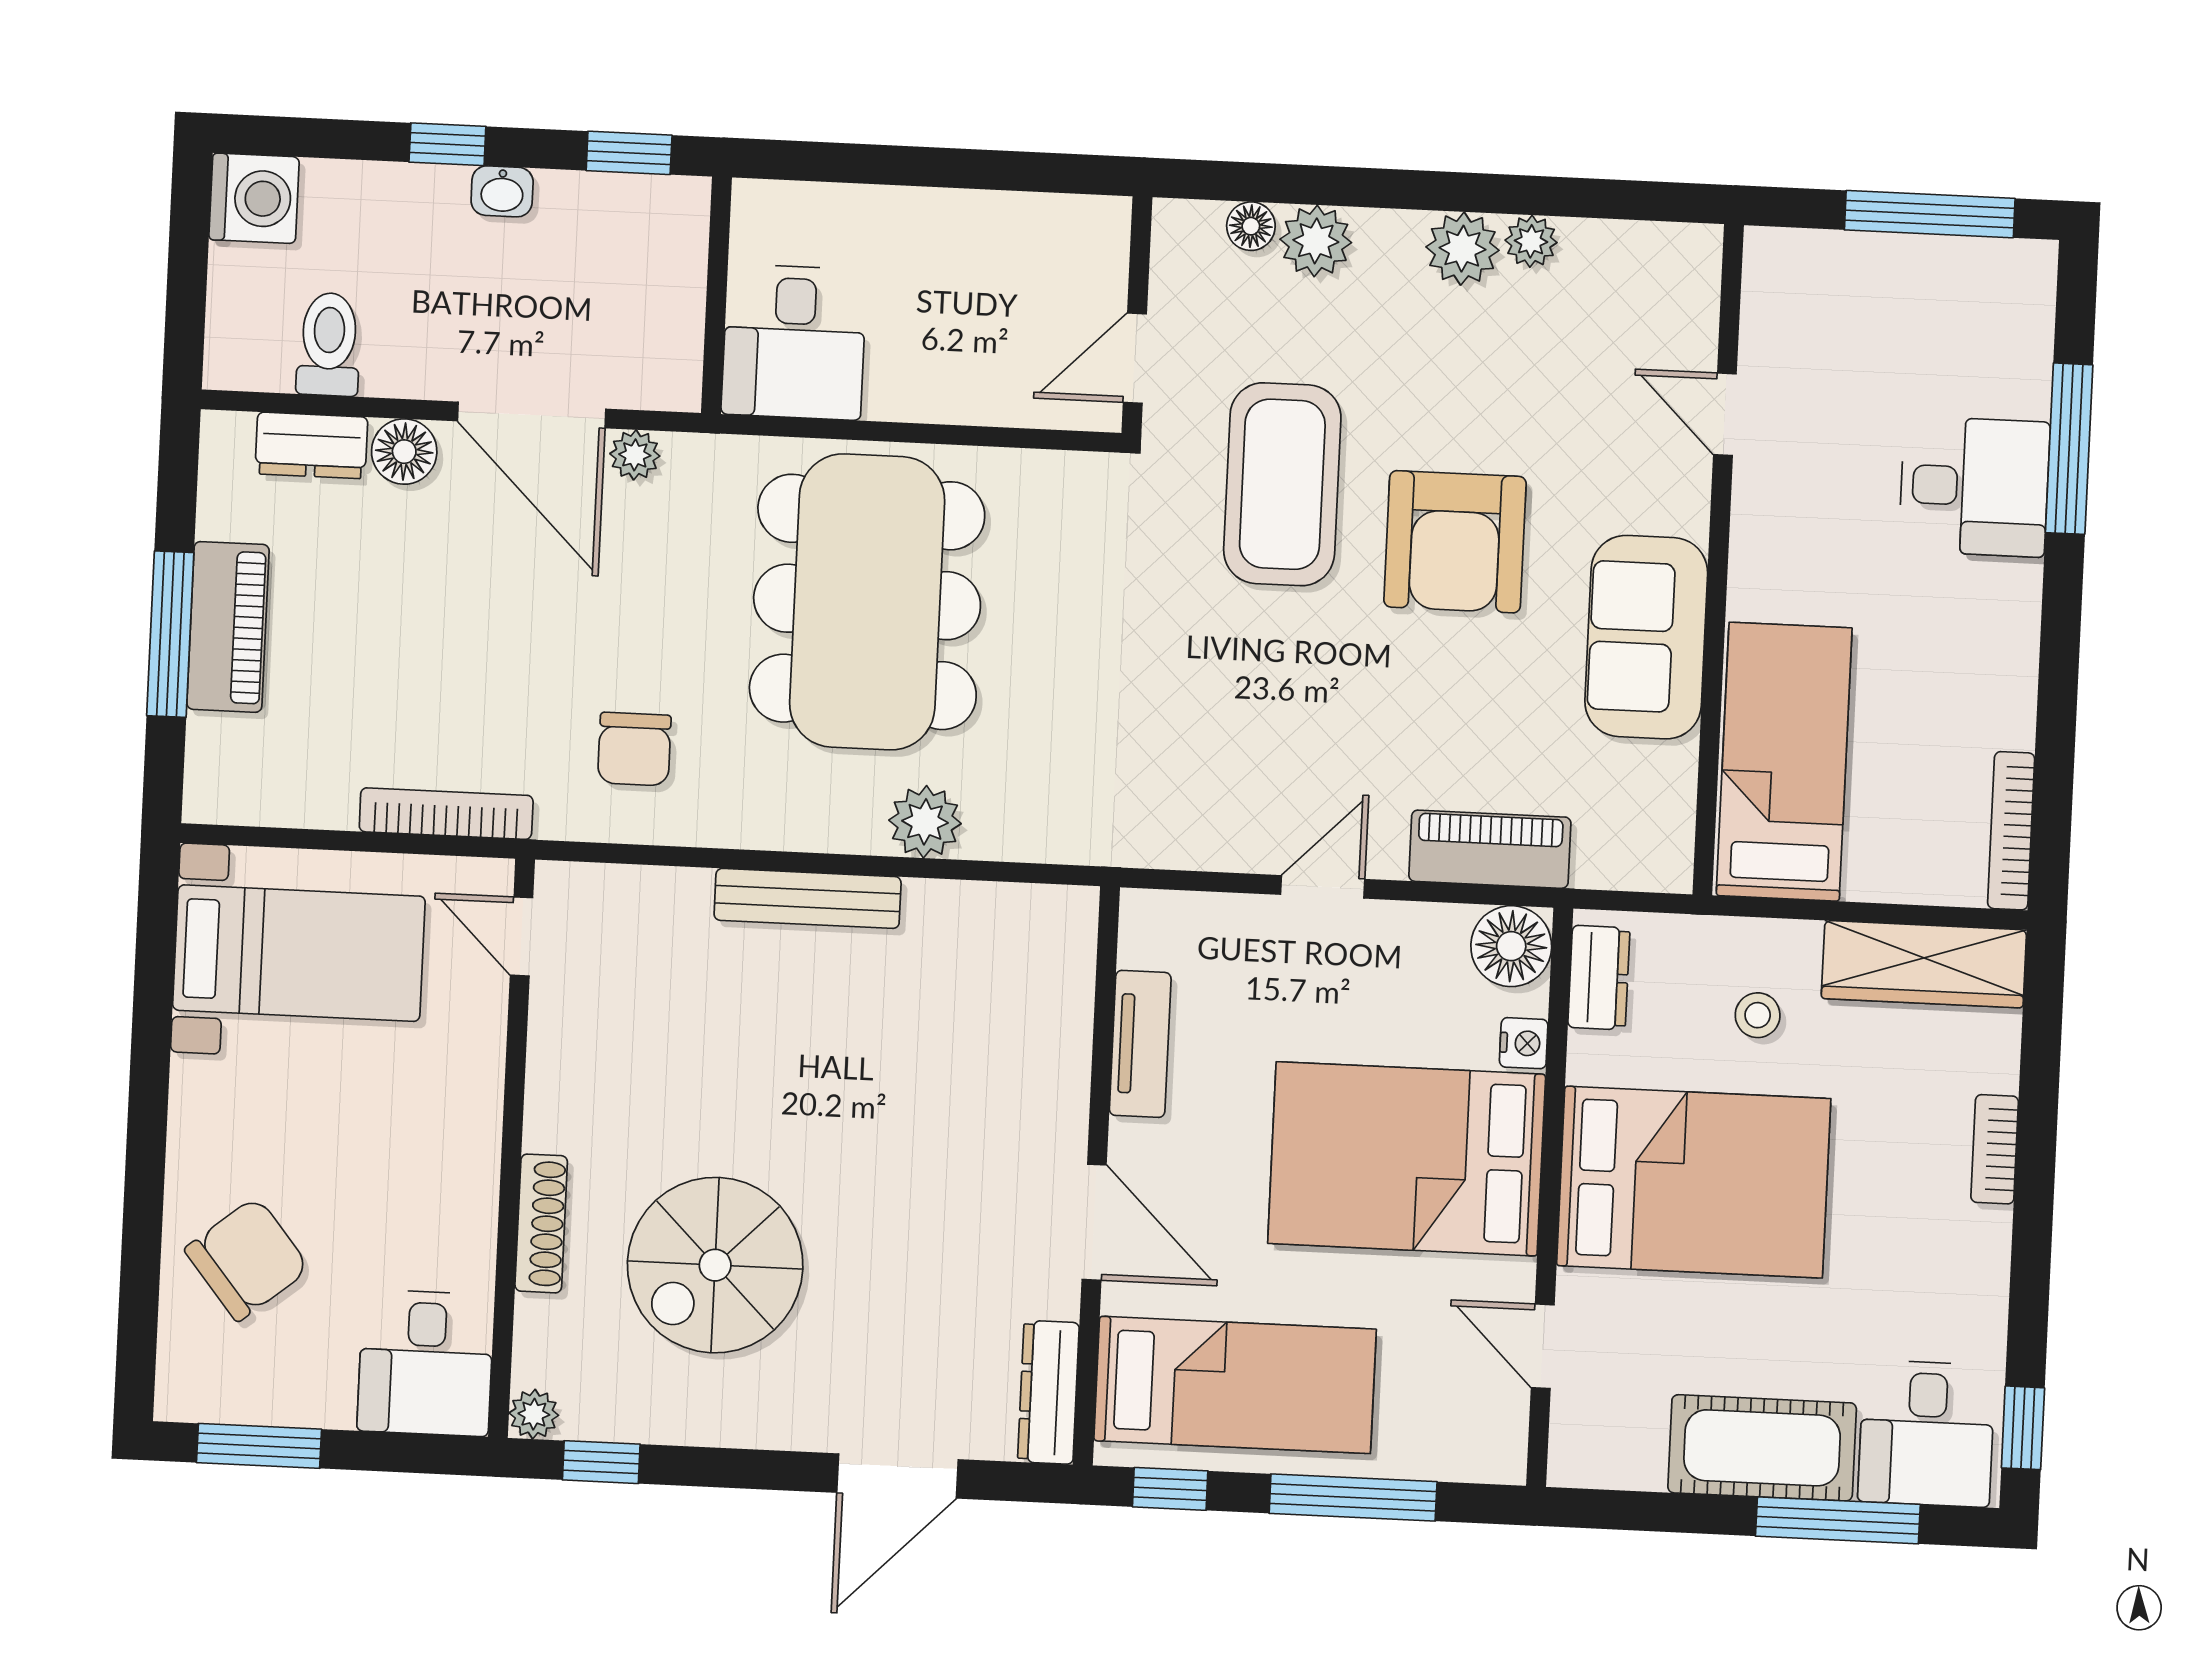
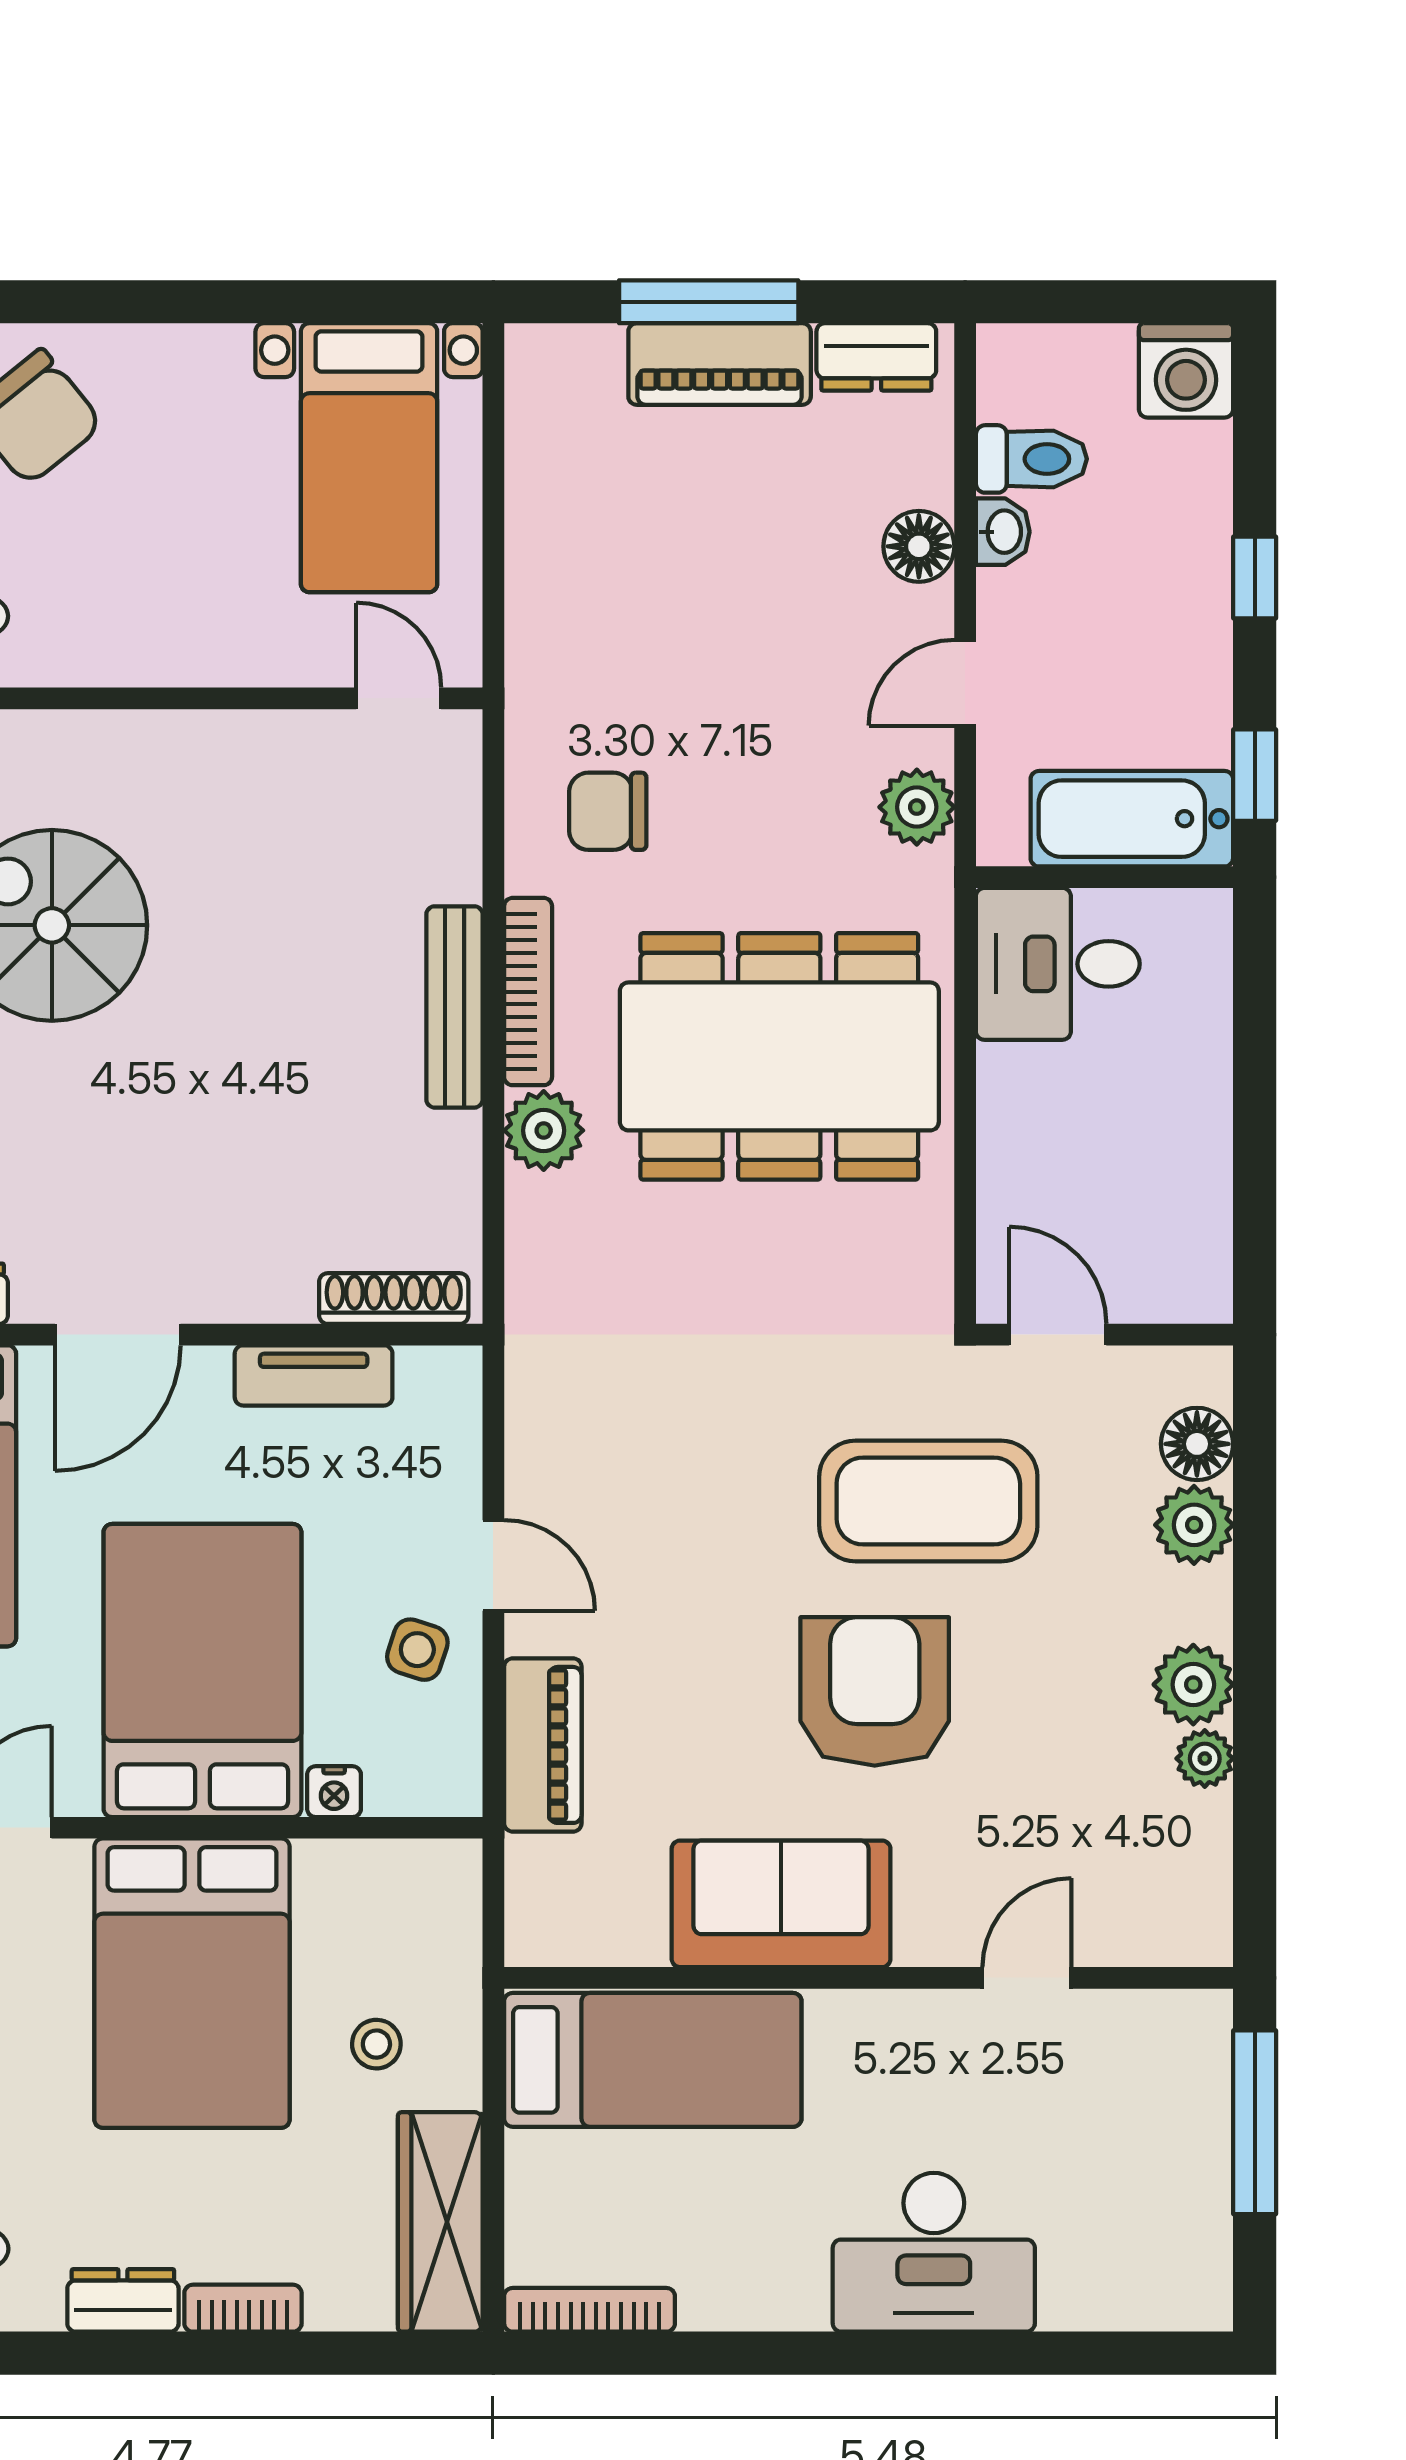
washbasin: (502, 191) -> (1003, 532), moved, turned 180
window: (1930, 214) -> (1255, 2122), moved
floor lamp: (1251, 226) -> (1197, 1444), width x1.37, depth x1.37
bathtub: (664, 268) -> (1132, 819), added
door: (532, 415) -> (965, 683), width x0.53
dresser: (311, 445) -> (876, 357), moved, turned -90
window: (2069, 449) -> (1007, 2353), removed
plant: (635, 455) -> (917, 807), width x1.38, depth x1.38
desk: (1974, 487) -> (934, 2252), width x1.37
armchair: (1455, 542) -> (875, 1691), turned 90
bookcase: (446, 814) -> (528, 992), moved
door: (522, 936) -> (399, 698), hinge flipped
floor lamp: (1511, 946) -> (439, 1773), removed
side table: (1397, 960) -> (417, 1650), added
dresser: (1599, 978) -> (123, 2300), moved, turned 180
shoe rack: (541, 1223) -> (394, 1299), moved, turned 180

